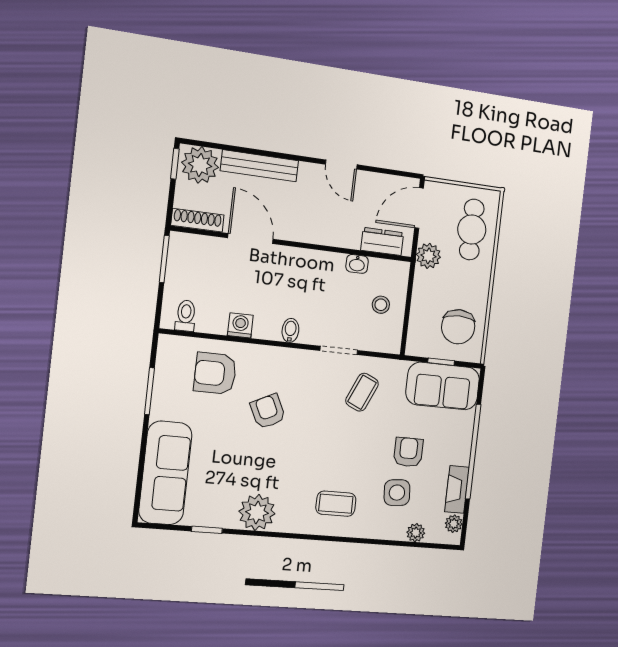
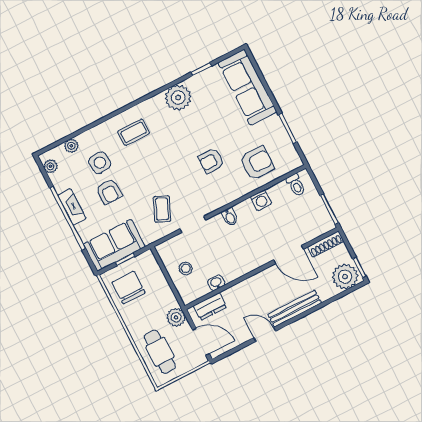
bench: (260, 166) -> (295, 309), moved
door: (419, 208) -> (201, 342), hinge flipped
armchair: (268, 411) -> (211, 161), turned 116
fireplace: (457, 489) -> (72, 207), moved

